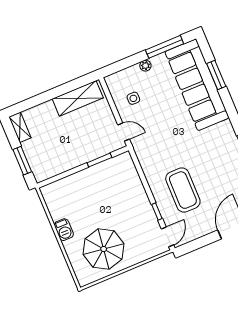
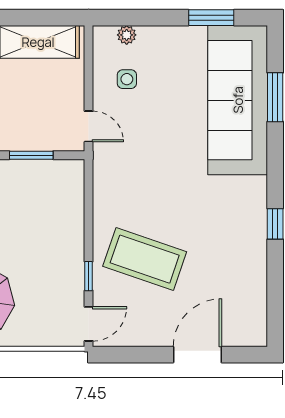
window: (165, 47) -> (211, 18), width x0.69
plant: (145, 66) -> (127, 35), moved
coffee table: (183, 190) -> (145, 259), turned -71

